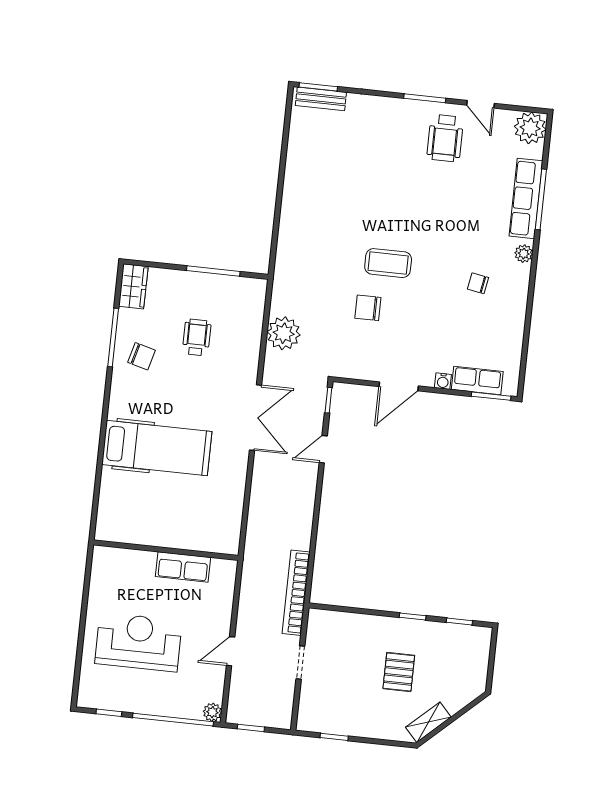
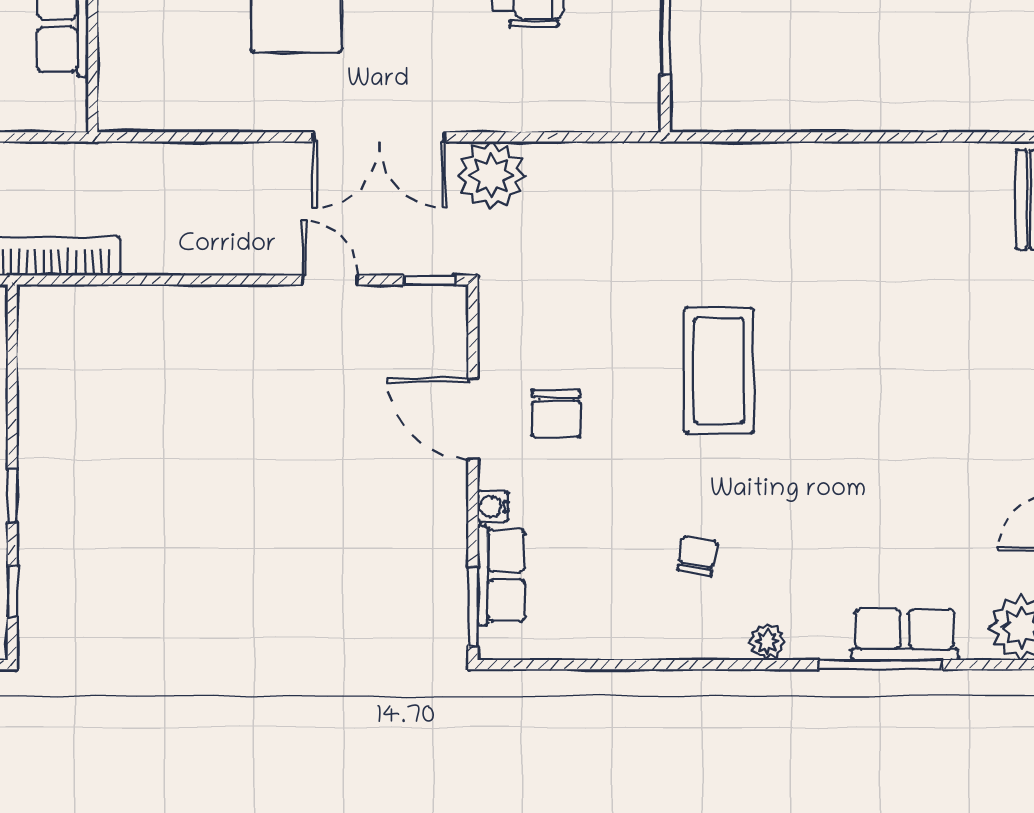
wheelchair: (445, 138) -> (983, 459), removed
row of seats: (526, 198) -> (904, 634), width x0.68
coffee table: (388, 263) -> (719, 371), width x1.36, depth x1.32
chair: (368, 308) -> (556, 414), moved, turned 180
plant: (284, 333) -> (491, 175), moved

